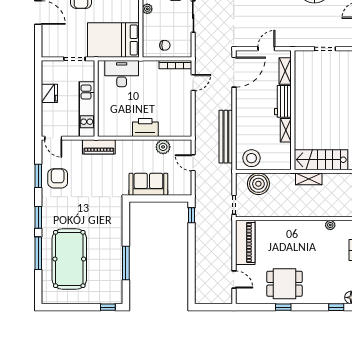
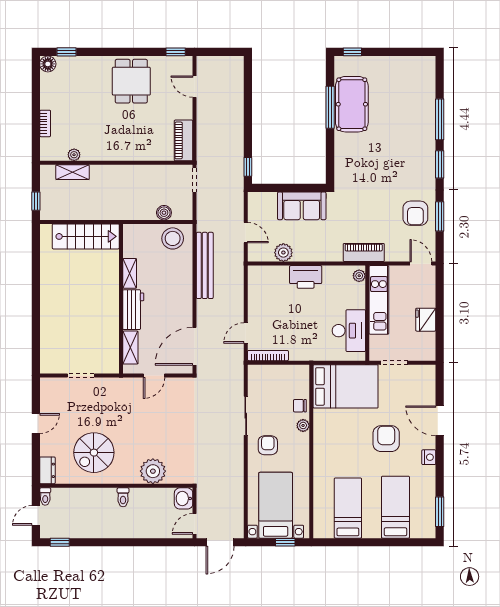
chair: (165, 45) -> (300, 406), moved
desk: (122, 74) -> (349, 331), moved, turned -90
plant: (103, 128) -> (359, 276), added
shelving: (309, 179) -> (73, 172), moved
boiler: (258, 184) -> (164, 213), width x0.54, depth x0.54
piano: (245, 242) -> (184, 140), width x0.73, depth x0.75
pool table: (69, 259) -> (352, 104), moved, width x0.73, depth x0.76
dining table: (285, 284) -> (131, 81), turned 90
window: (283, 307) -> (176, 52), moved

